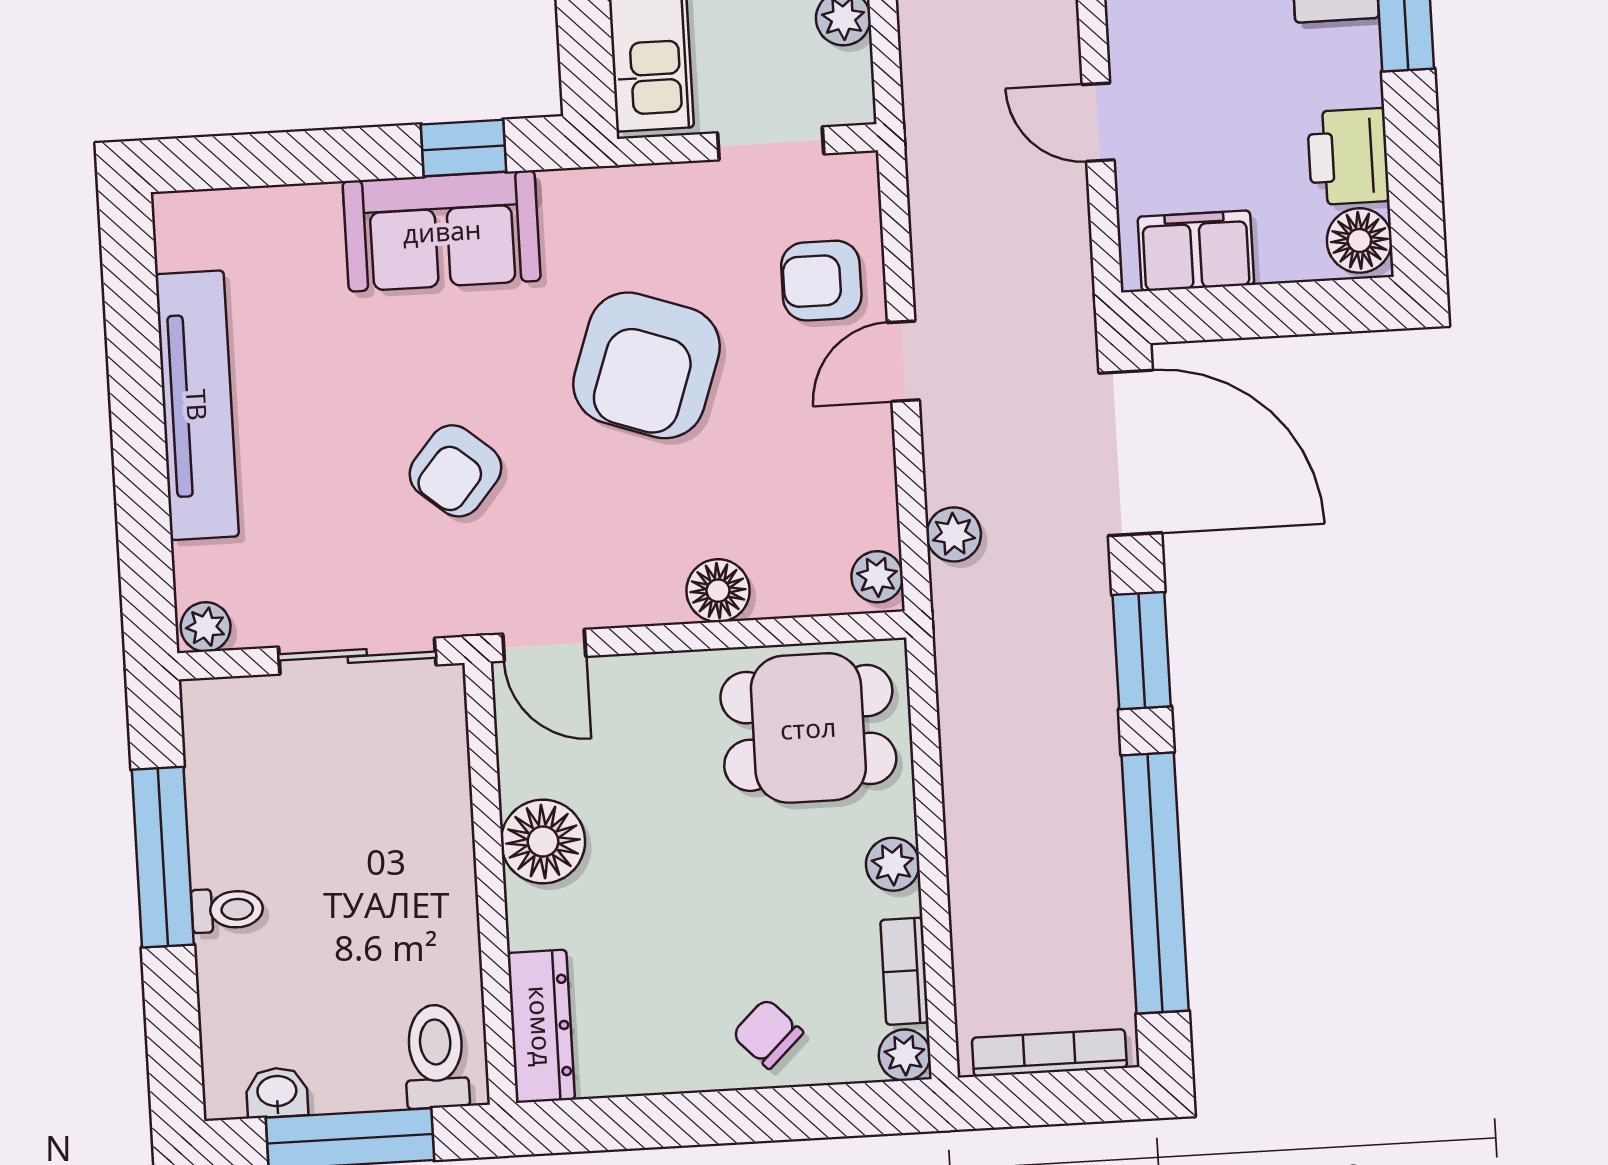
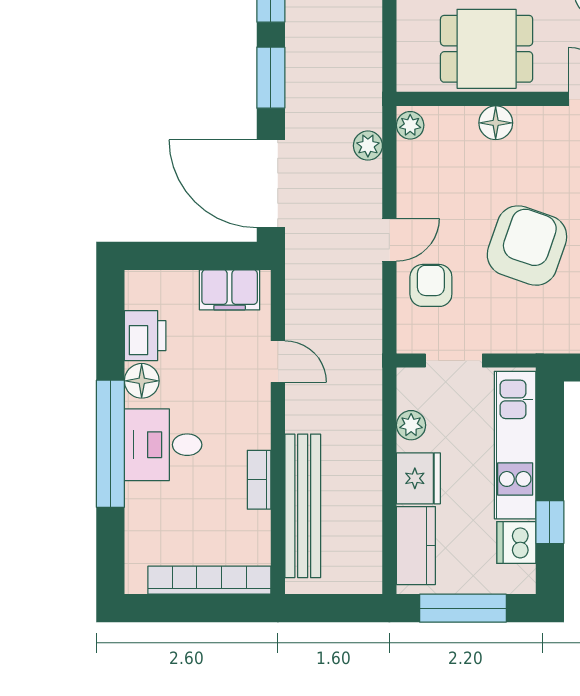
floor lamp: (1359, 240) -> (142, 381), moved
armchair: (821, 281) -> (431, 285), turned -90
dining table: (808, 728) -> (487, 49), moved

